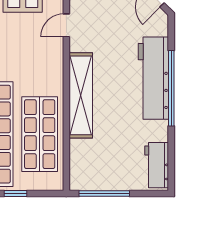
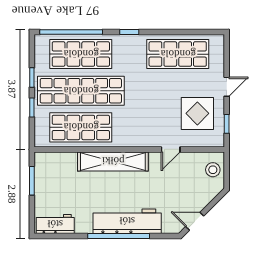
door: (66, 25) -> (171, 149), swing flipped
window: (104, 193) -> (32, 181), width x0.69

